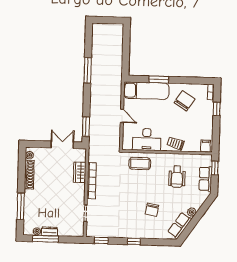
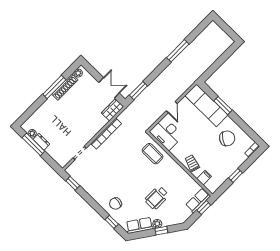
window: (217, 109) -> (236, 175), moved
desk: (147, 139) -> (166, 134), moved
filing cabinet: (206, 146) -> (204, 178), moved
wardrobe: (80, 172) -> (113, 110), moved
wheelchair: (177, 177) -> (157, 198), moved
row of seats: (205, 179) -> (198, 201), moved
window: (21, 206) -> (54, 87), moved
chair: (152, 210) -> (115, 204), moved
window: (199, 214) -> (161, 231), added
window: (134, 241) -> (112, 222), moved

